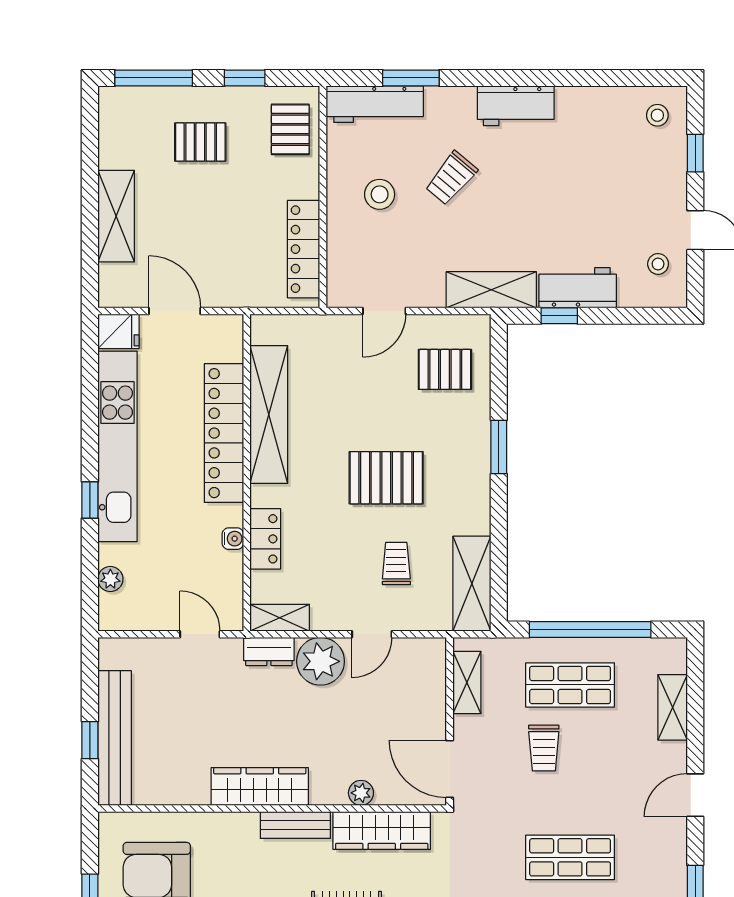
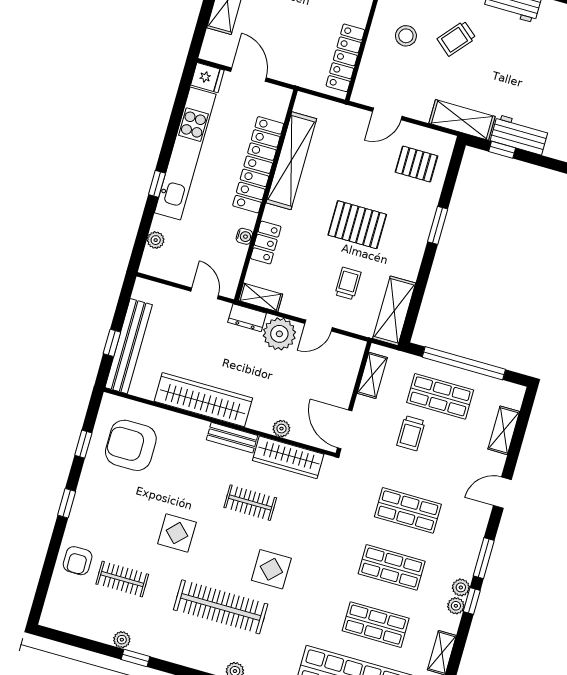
wardrobe: (260, 787) -> (203, 400), width x1.40, depth x1.17

